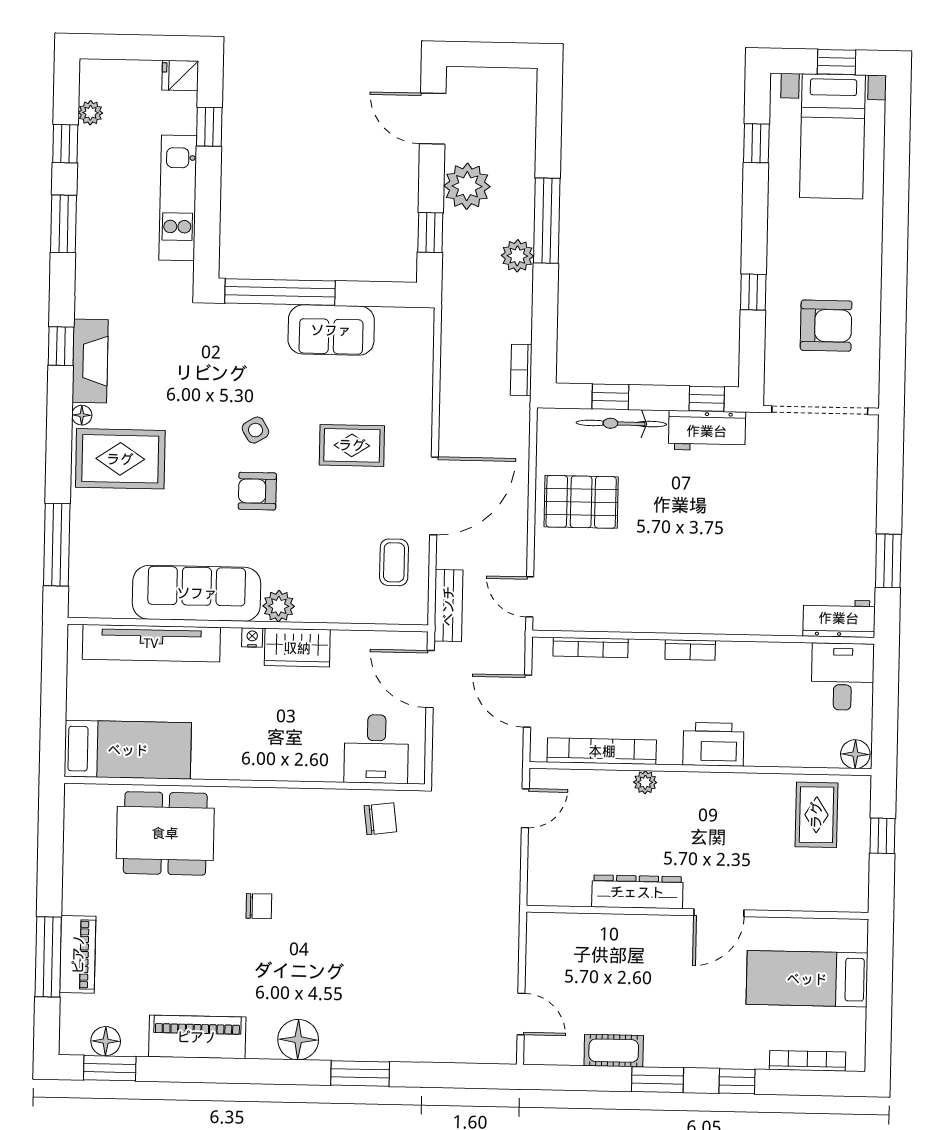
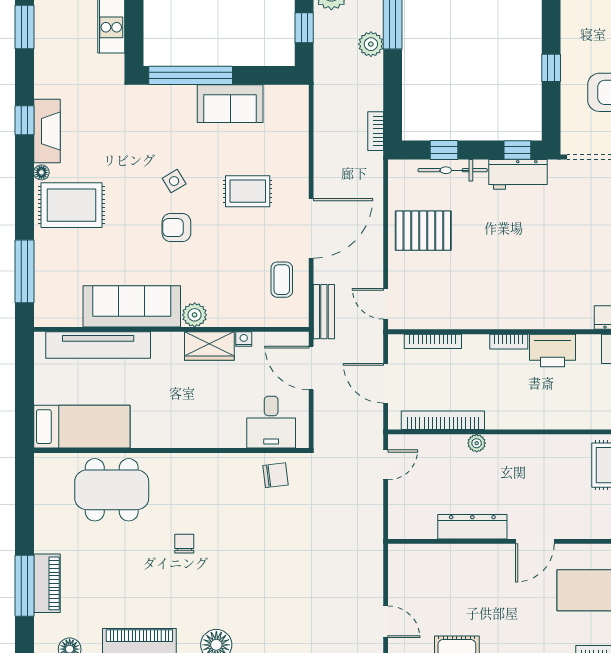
nightstand: (252, 637) -> (244, 339), moved
printer: (713, 744) -> (552, 351), moved, turned 180
chair: (259, 906) -> (184, 544), turned -90

